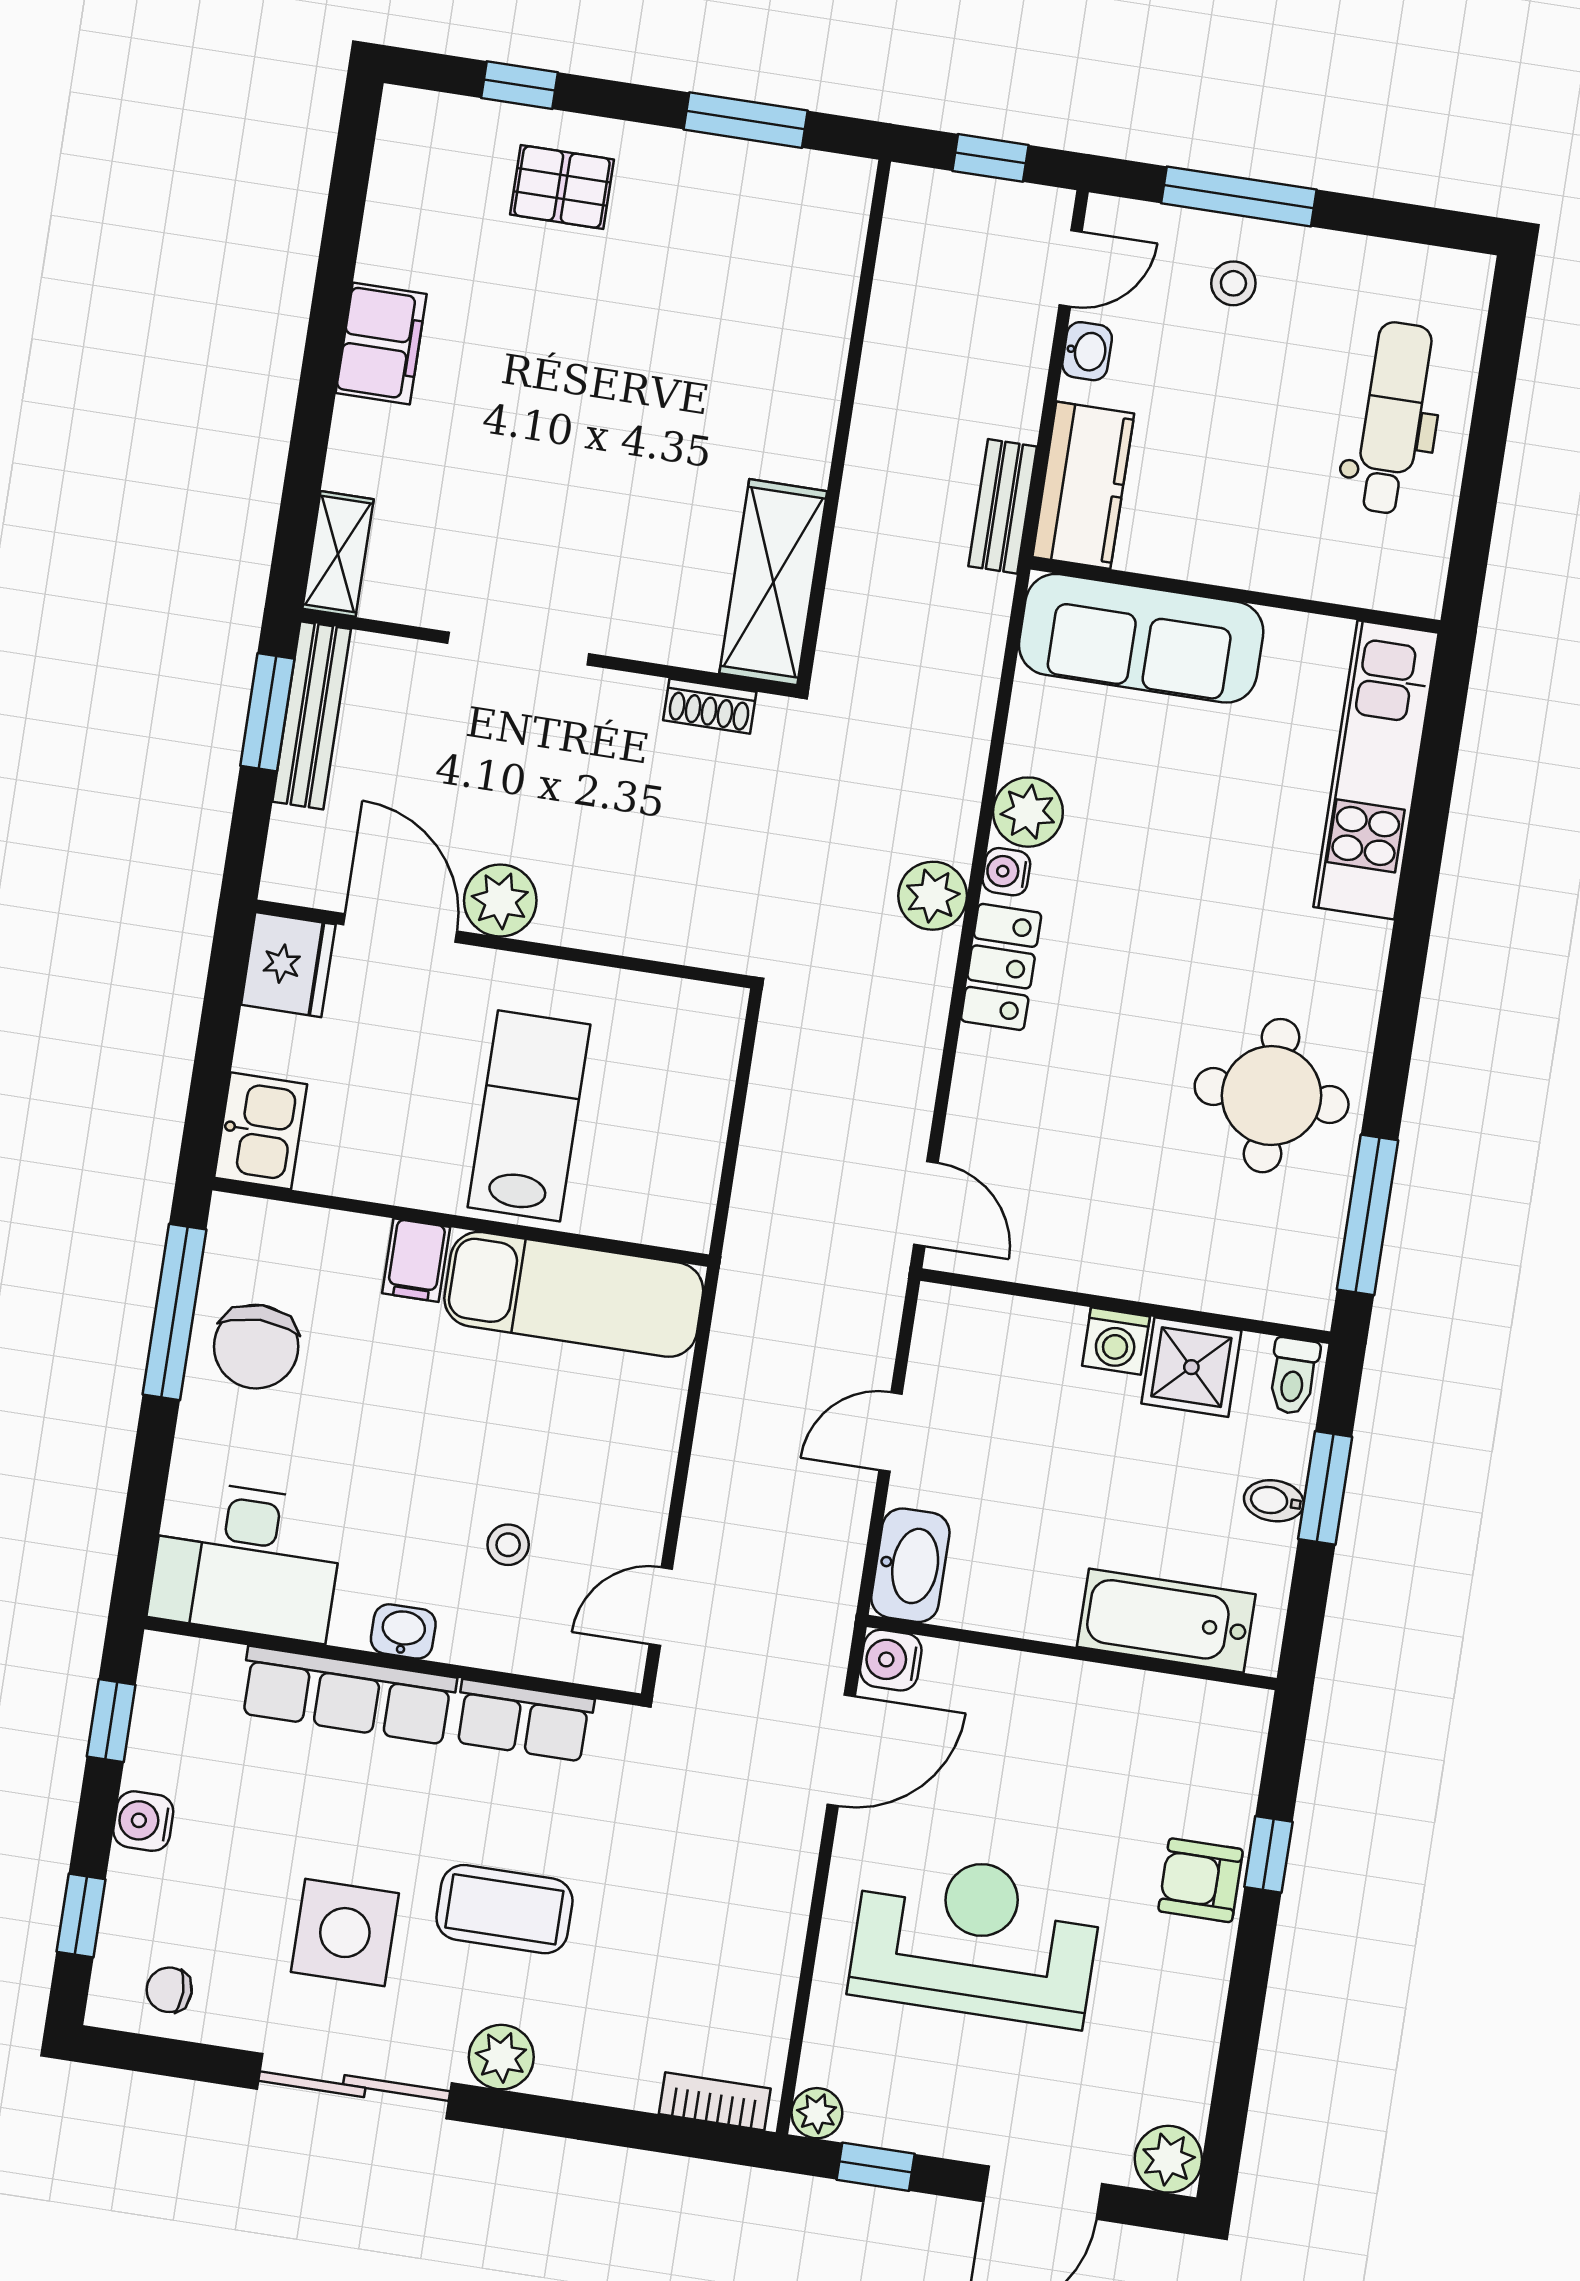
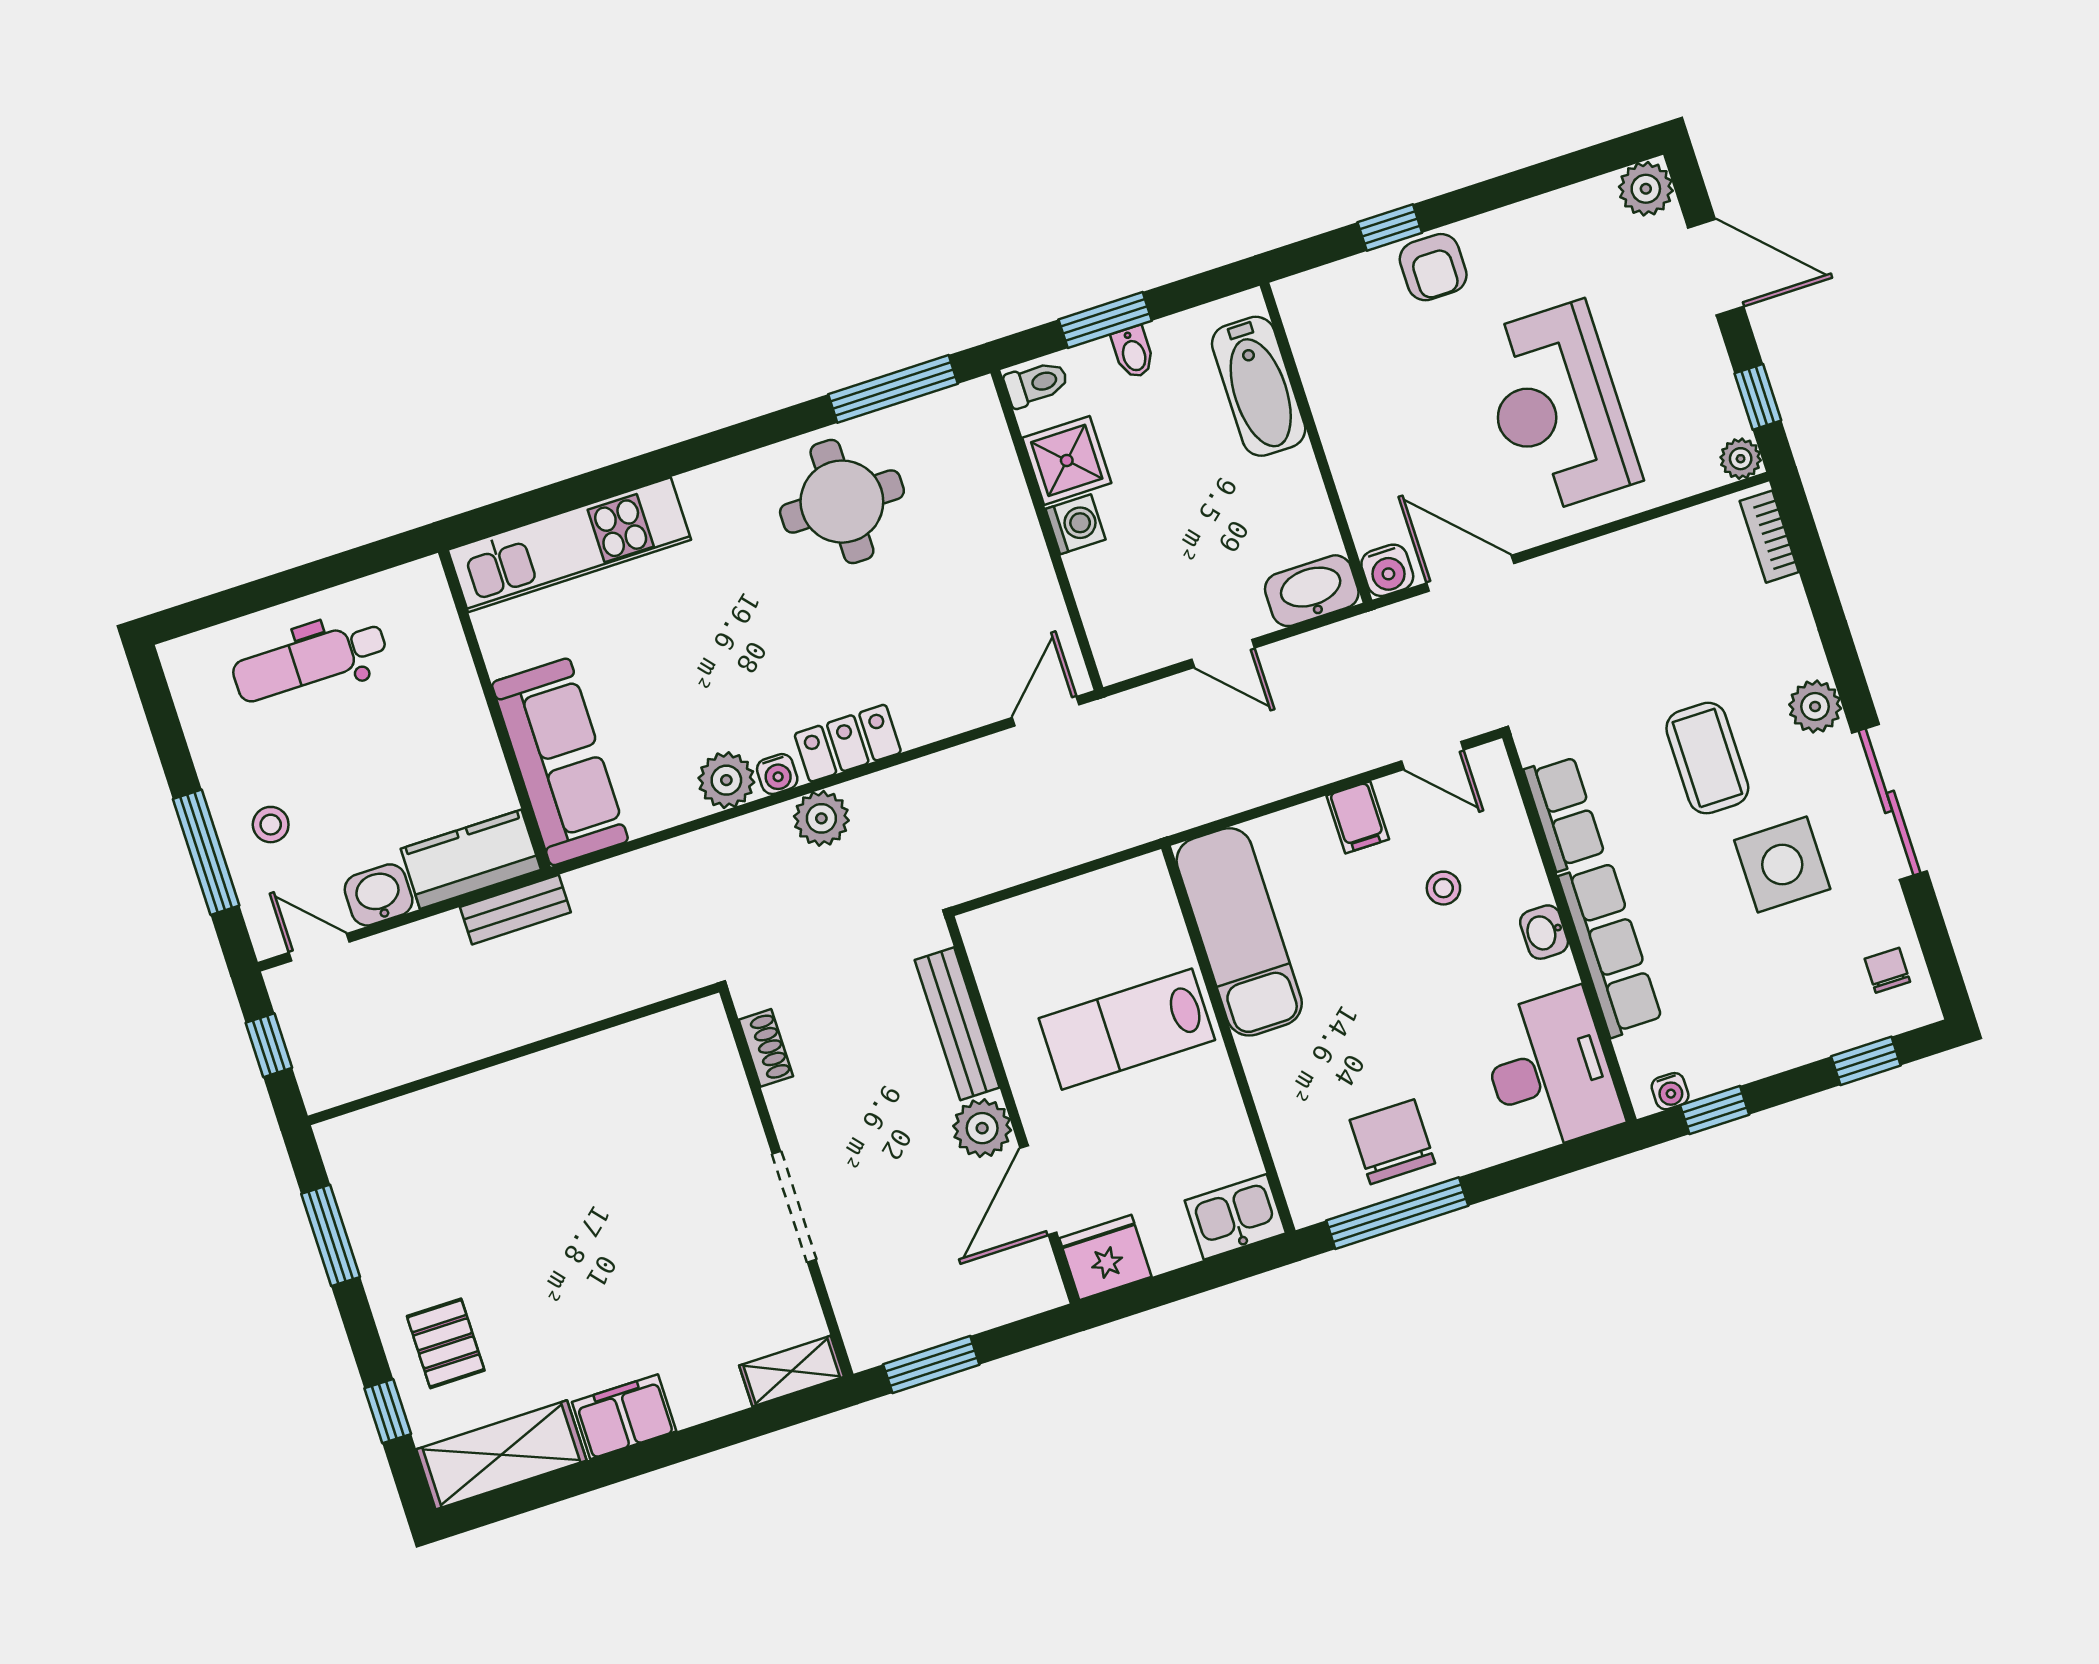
washbasin: (1087, 351) -> (379, 895), width x1.38, depth x1.45
shelving: (773, 582) -> (501, 1455), moved
bench: (312, 715) -> (957, 1024), moved, turned 90
filing cabinet: (416, 1260) -> (1358, 817), moved, turned 90
chair: (256, 1347) -> (1392, 1142), turned -90
water cooler: (143, 1821) -> (1670, 1091), moved, width x0.72, depth x0.72
chair: (169, 1990) -> (1887, 970), turned 180

